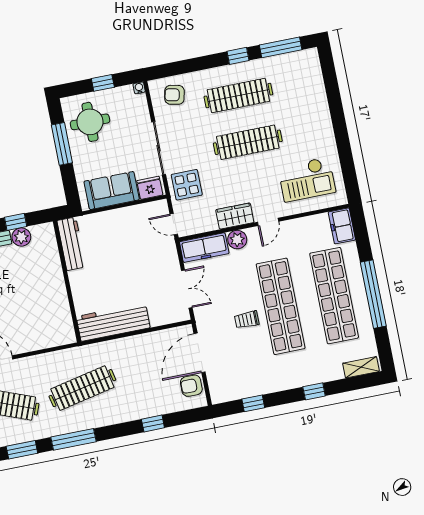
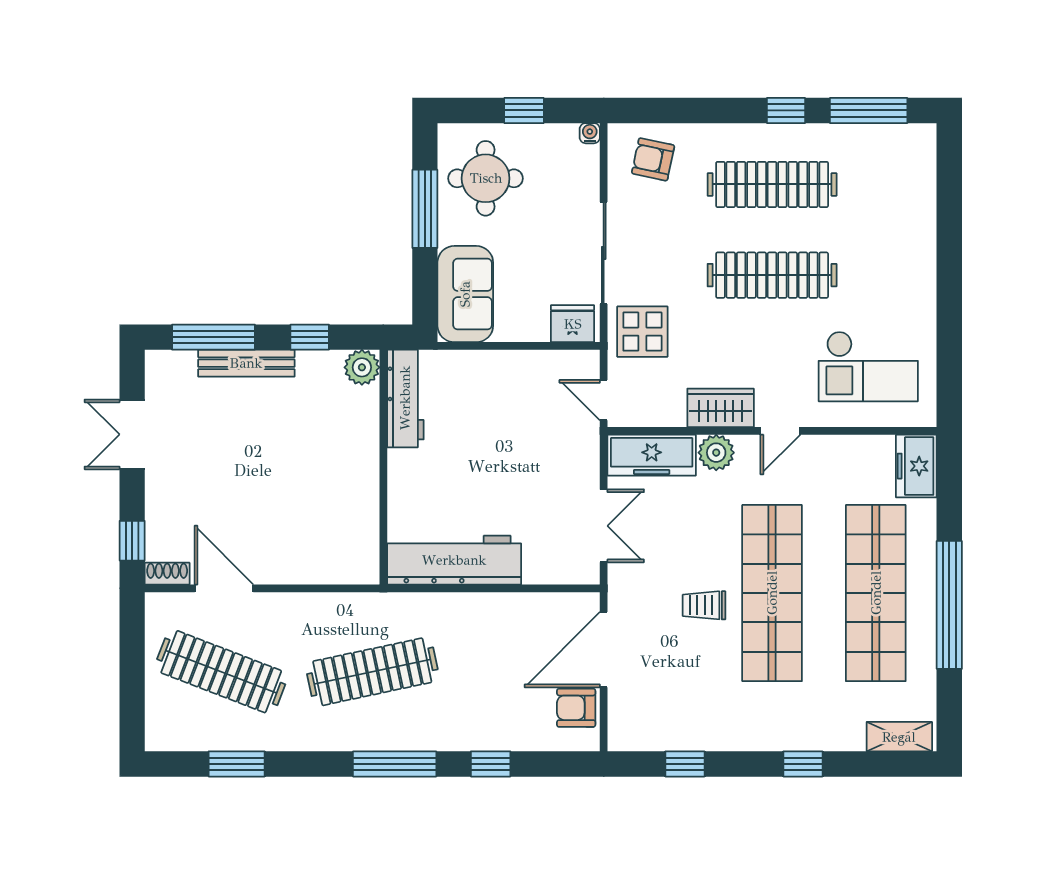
sofa: (112, 191) -> (465, 294), moved, turned 90
plant: (21, 237) -> (362, 367), moved
window: (74, 439) -> (395, 764), moved

